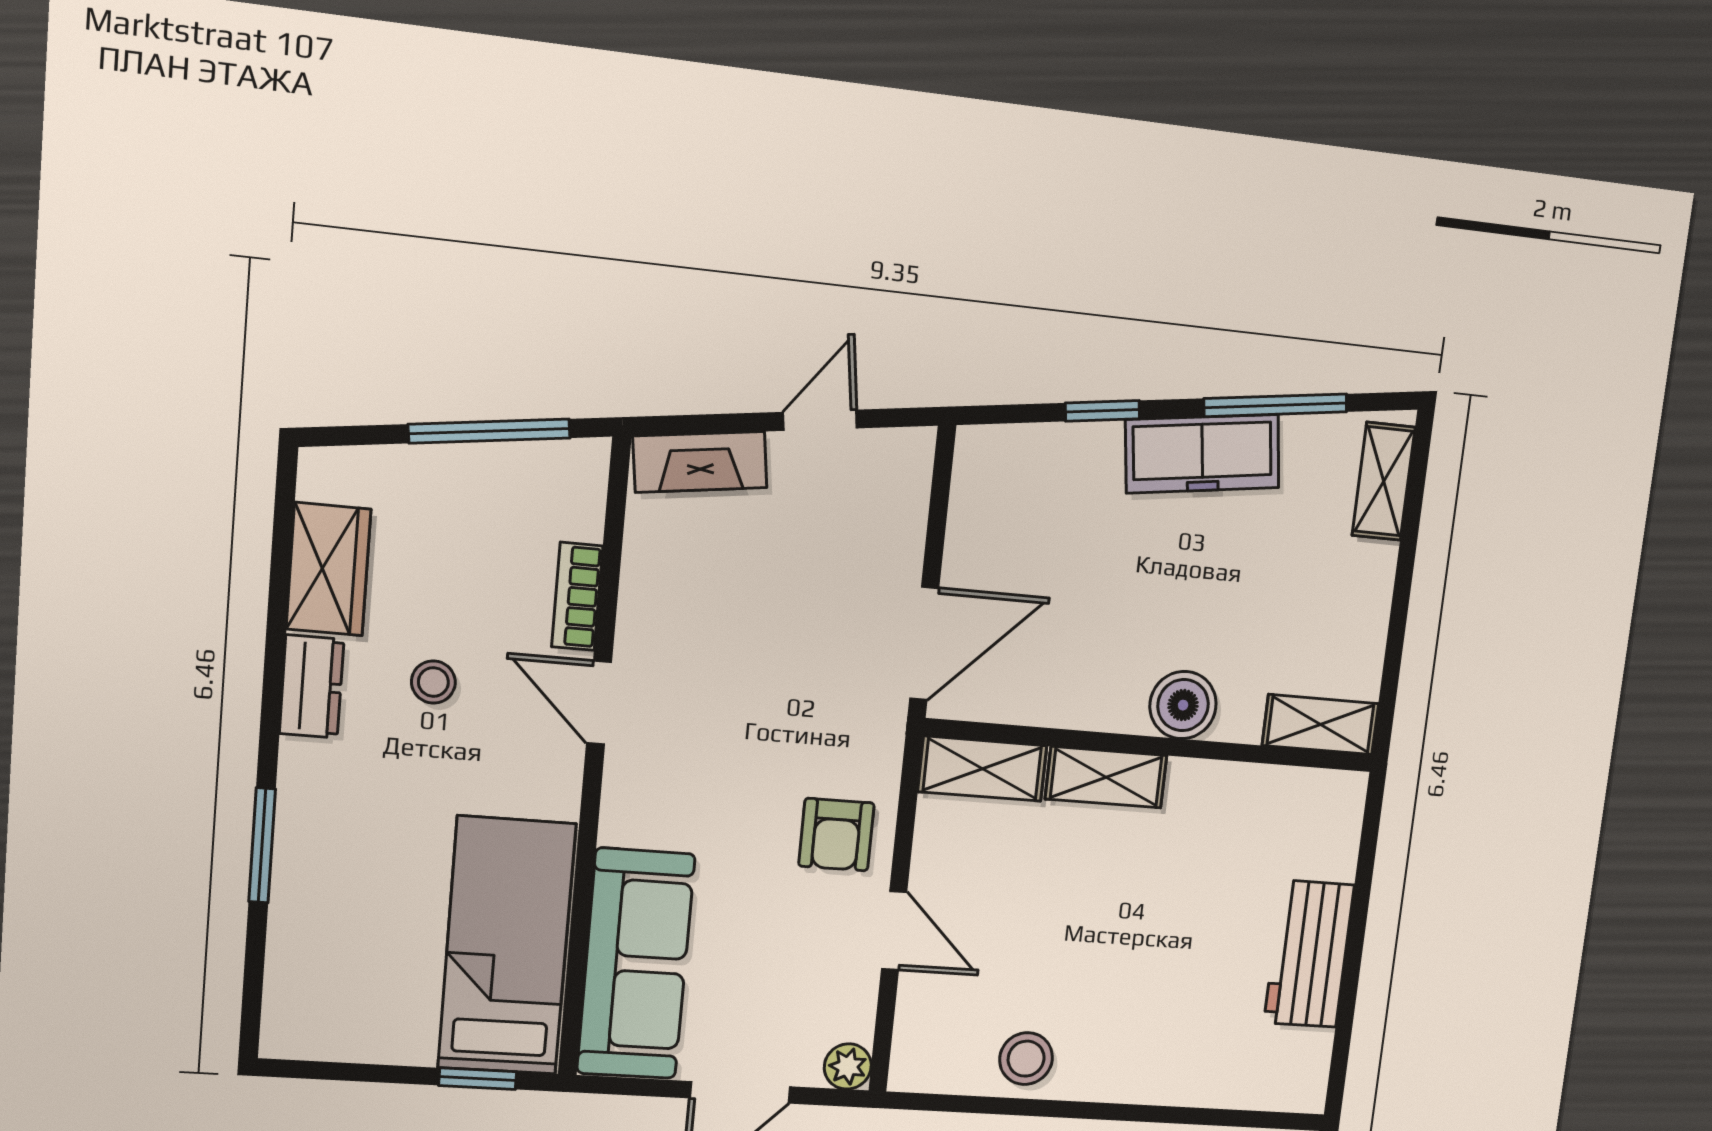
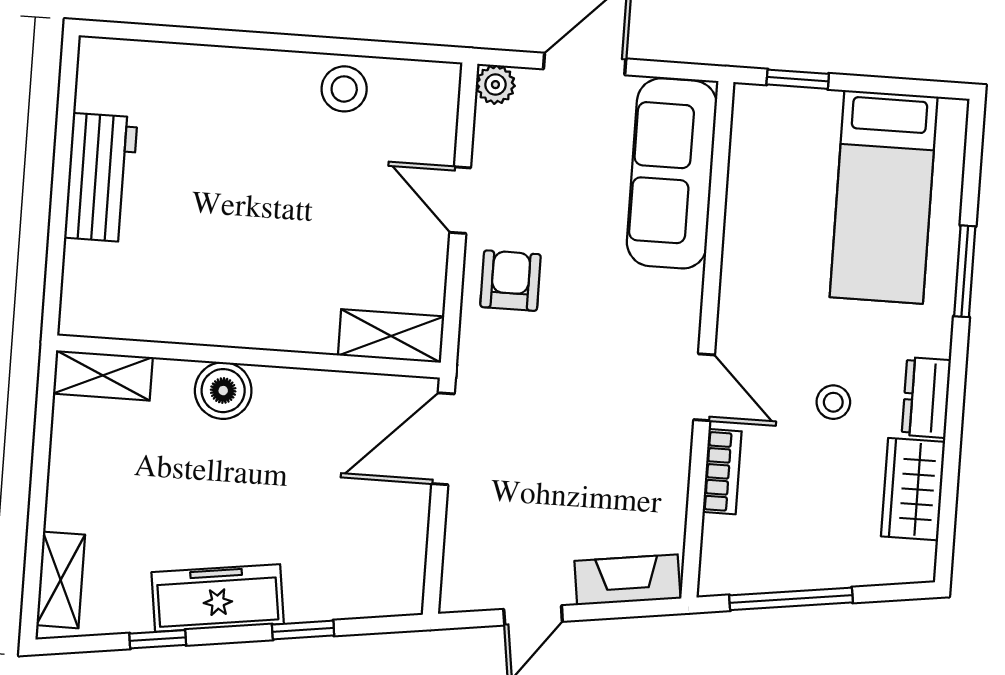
window: (1276, 405) -> (158, 639), width x0.46
shelving: (1106, 777) -> (286, 329), removed
bed: (507, 946) -> (884, 197), moved

